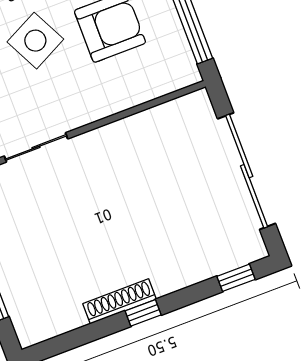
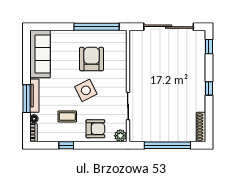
shoe rack: (120, 301) -> (201, 127), moved

